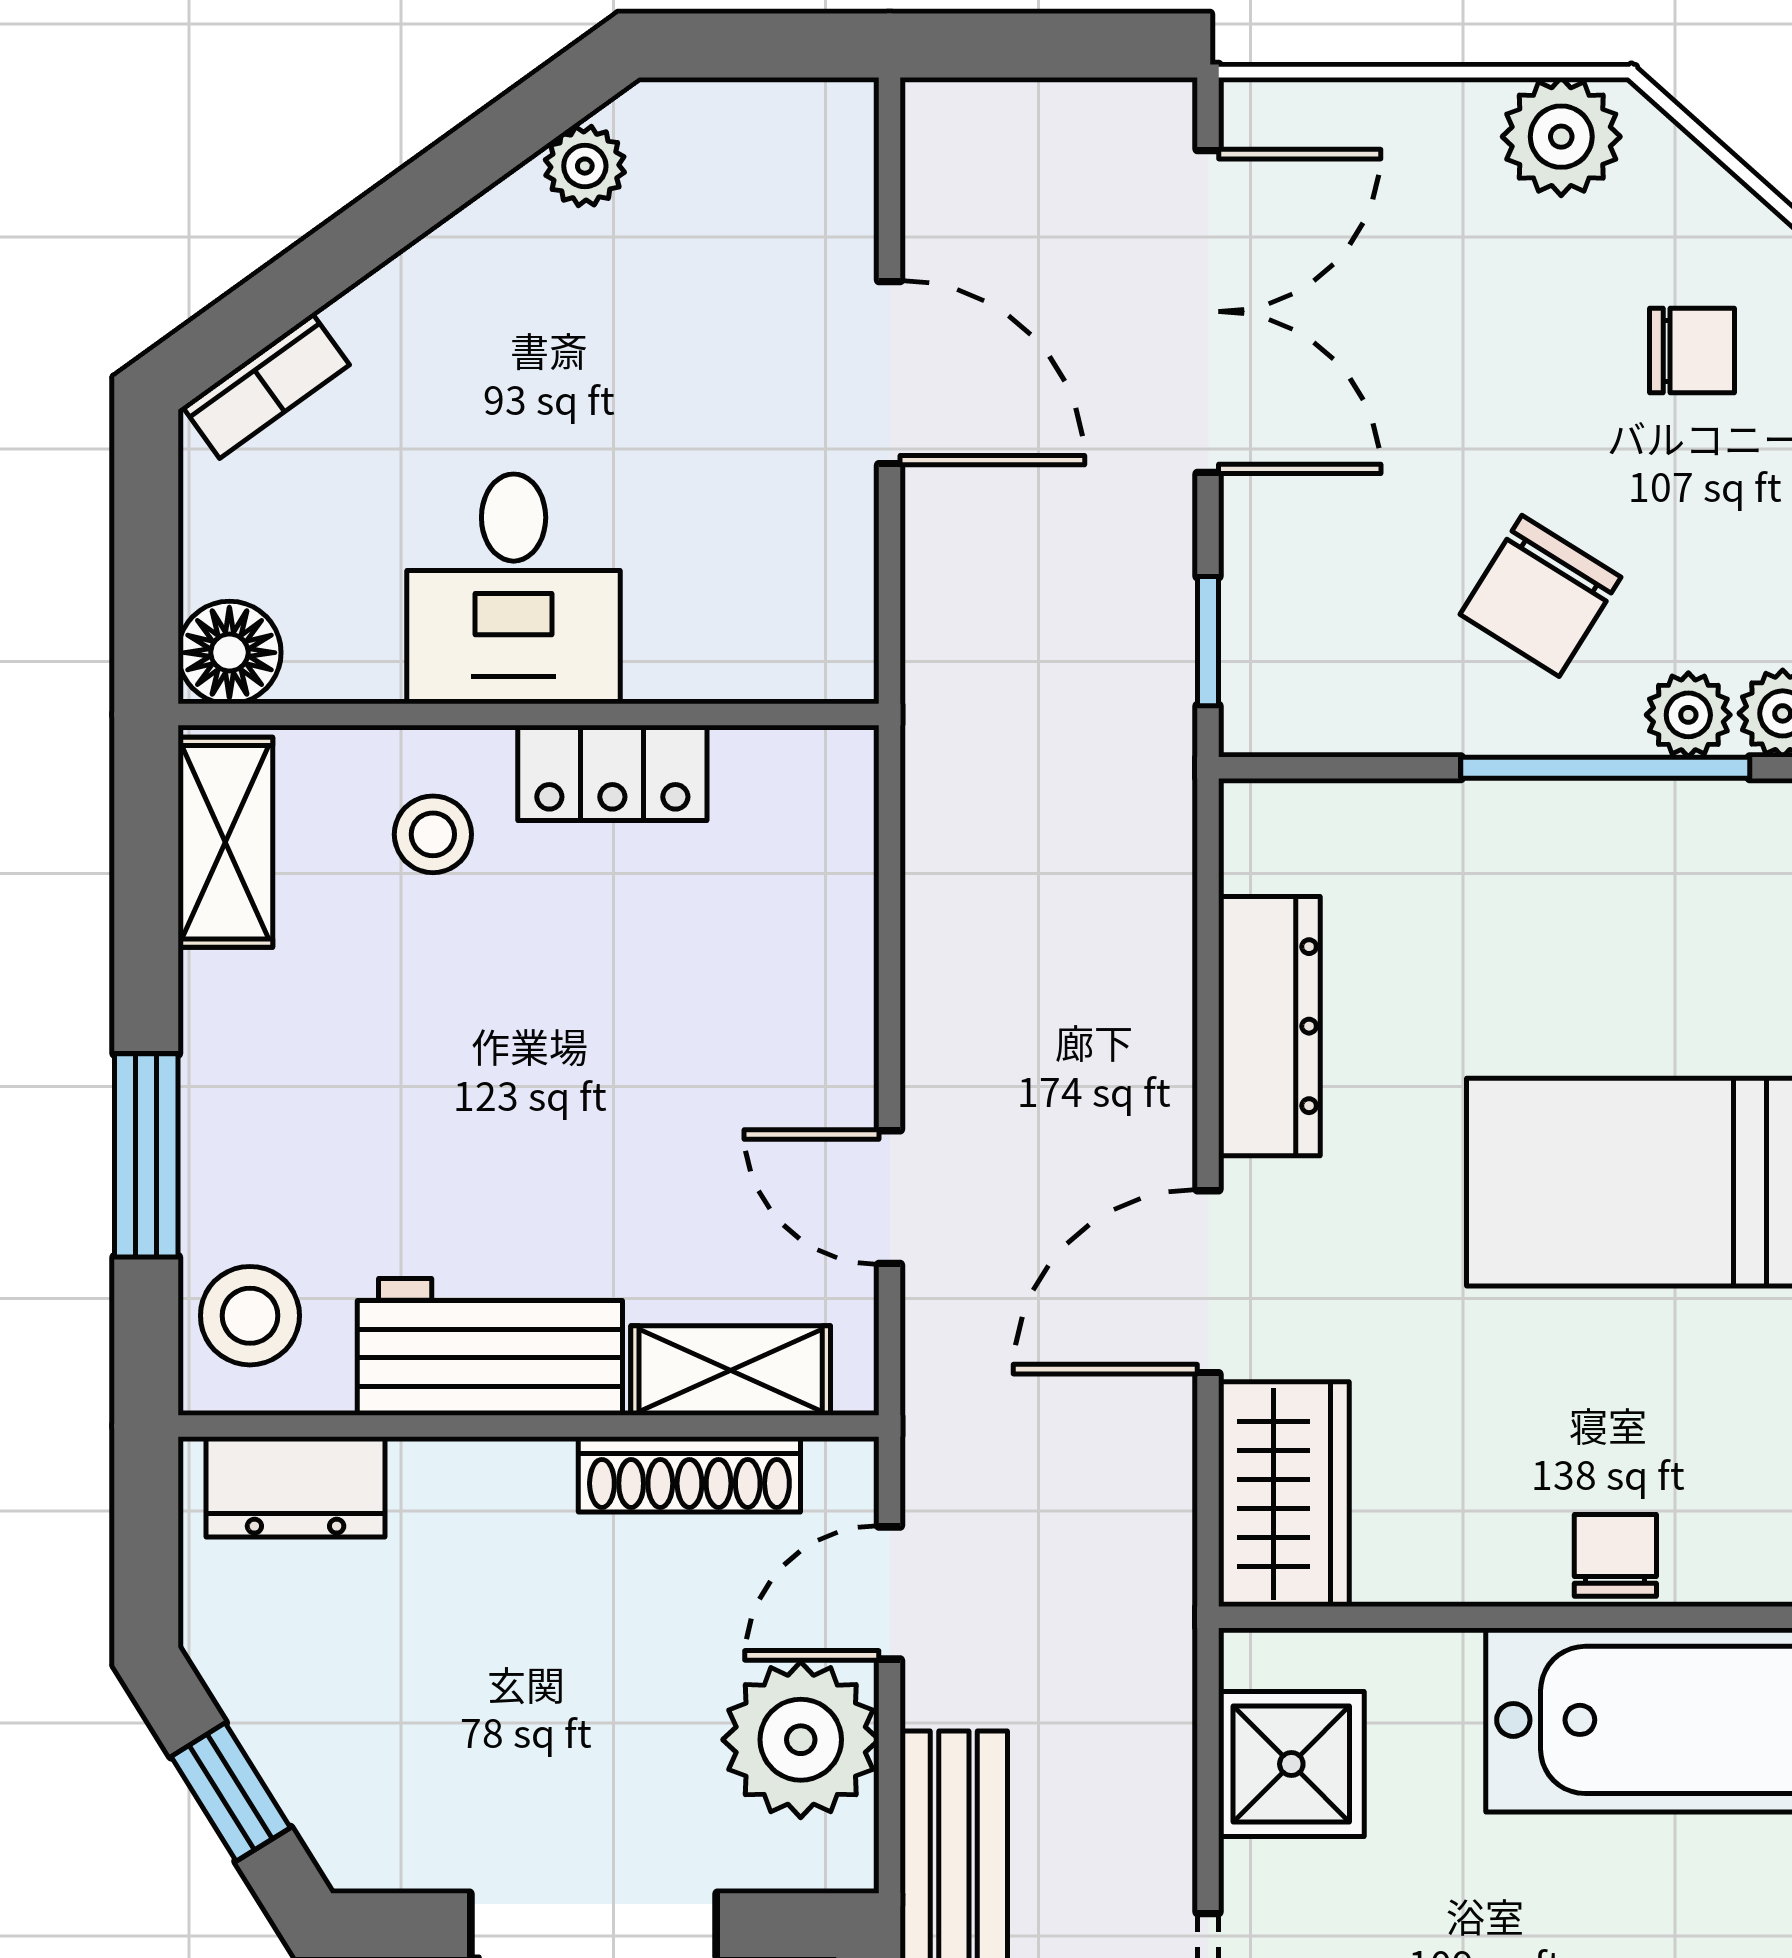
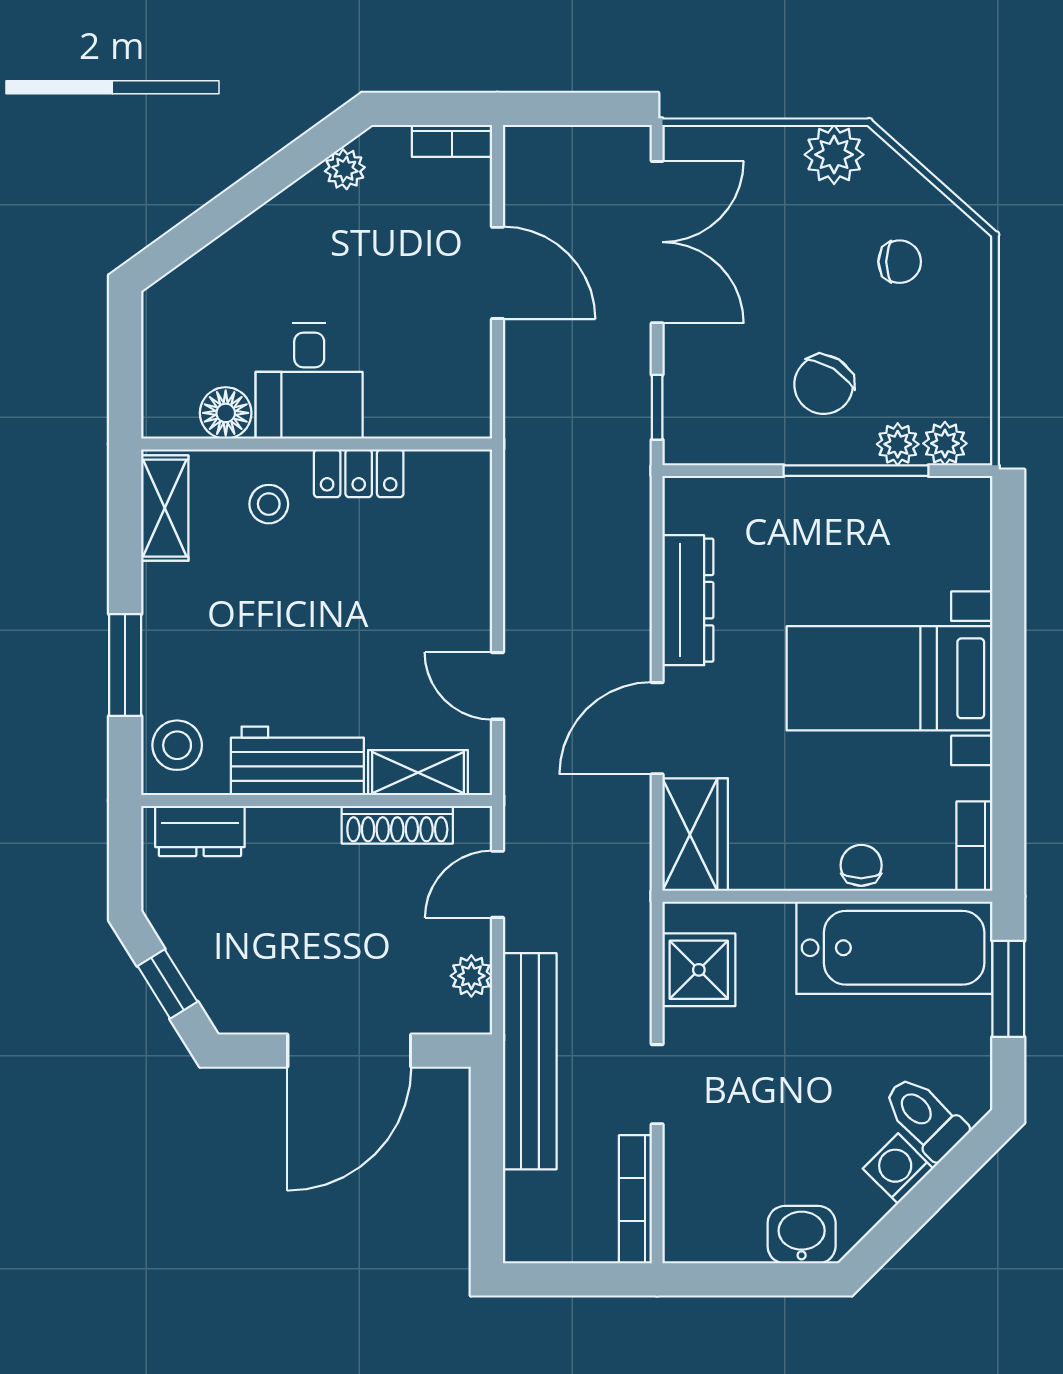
bookcase: (266, 386) -> (452, 141), moved, turned 36
floor lamp: (229, 653) -> (226, 413), moved
plant: (801, 1740) -> (471, 976), width x0.53, depth x0.53

